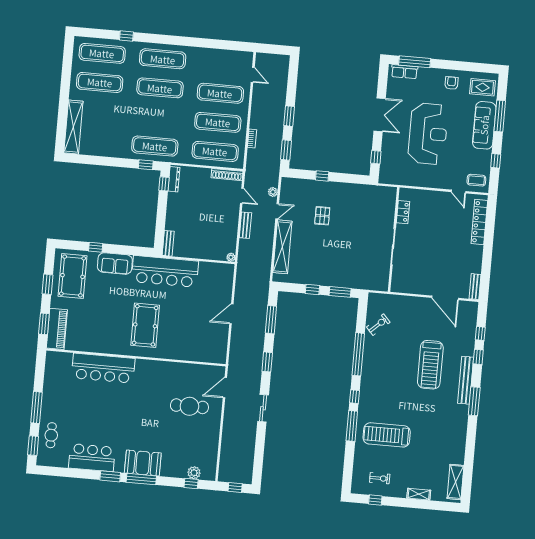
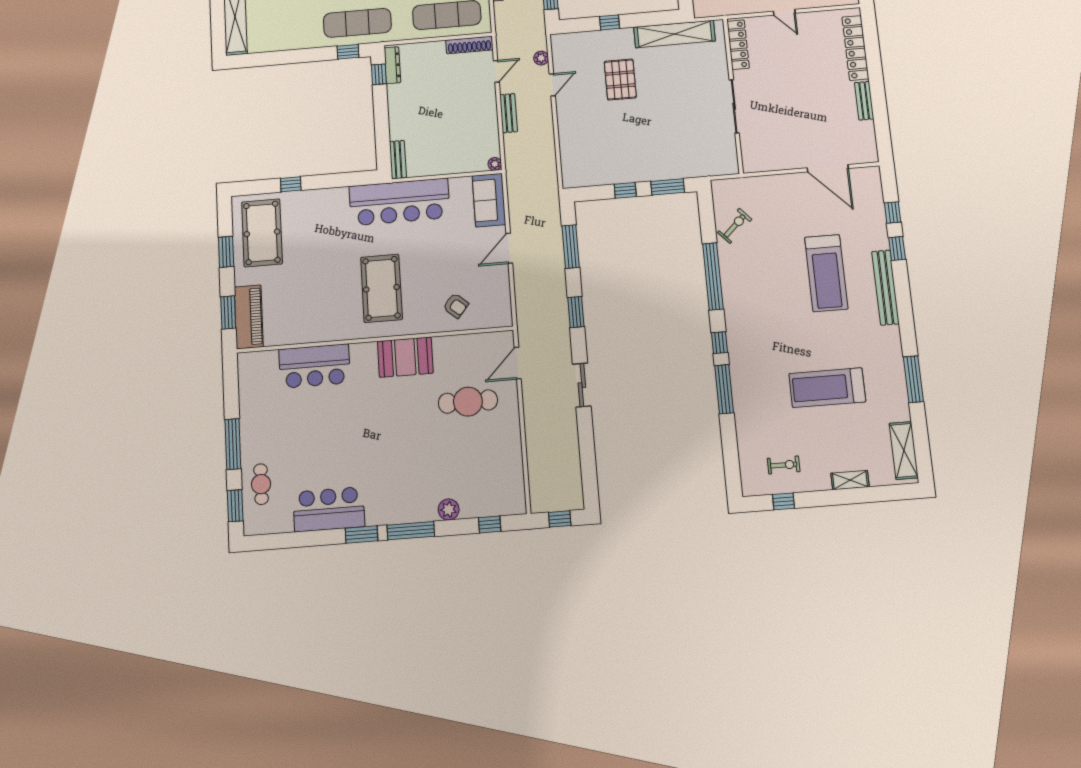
door: (459, 192) -> (784, 12), moved
door: (242, 196) -> (496, 71), hinge flipped
locker: (403, 212) -> (738, 45), width x1.53
pallet: (322, 216) -> (620, 80), width x1.50, depth x1.42
shelving: (282, 247) -> (674, 34), moved, turned 90
sofa: (115, 263) -> (489, 200), moved, turned 90
bench: (475, 287) -> (864, 101), moved
armchair: (191, 345) -> (456, 306), added
bar counter: (103, 368) -> (315, 366), width x0.73
window: (474, 401) -> (913, 379), moved
treadmill: (387, 435) -> (827, 388), moved
booth: (143, 463) -> (405, 357), moved
plant: (194, 473) -> (449, 510), moved

